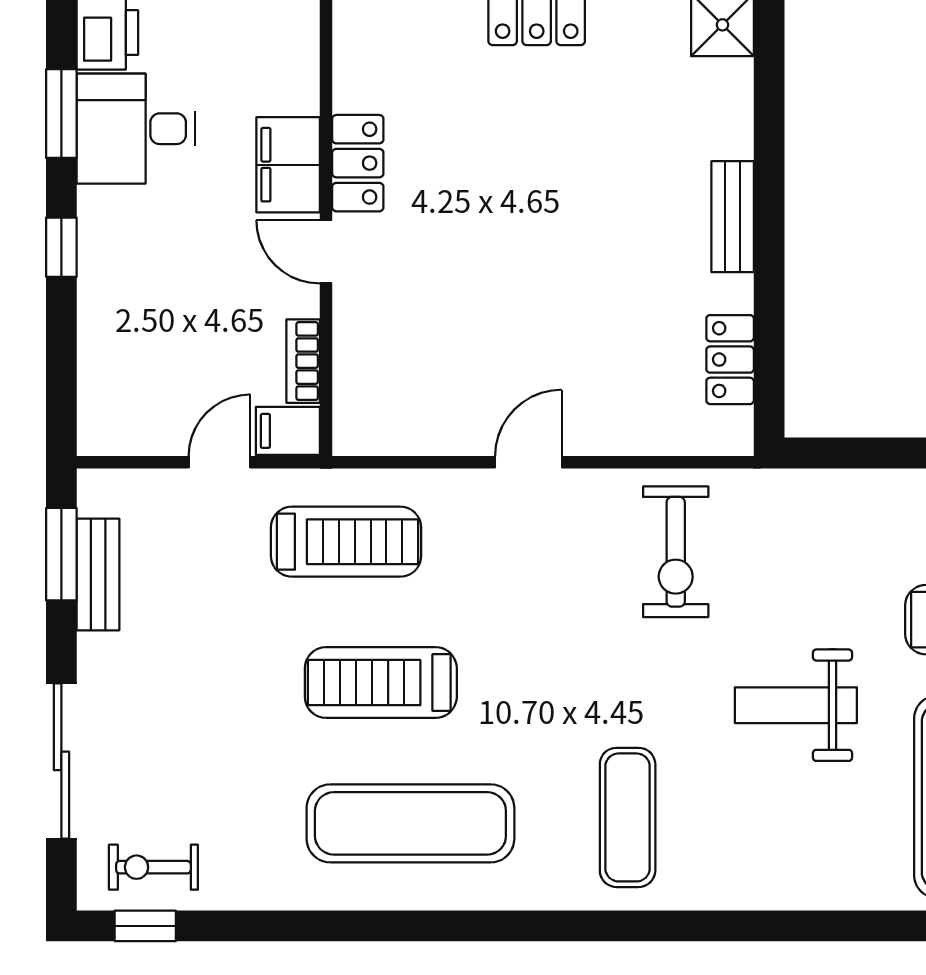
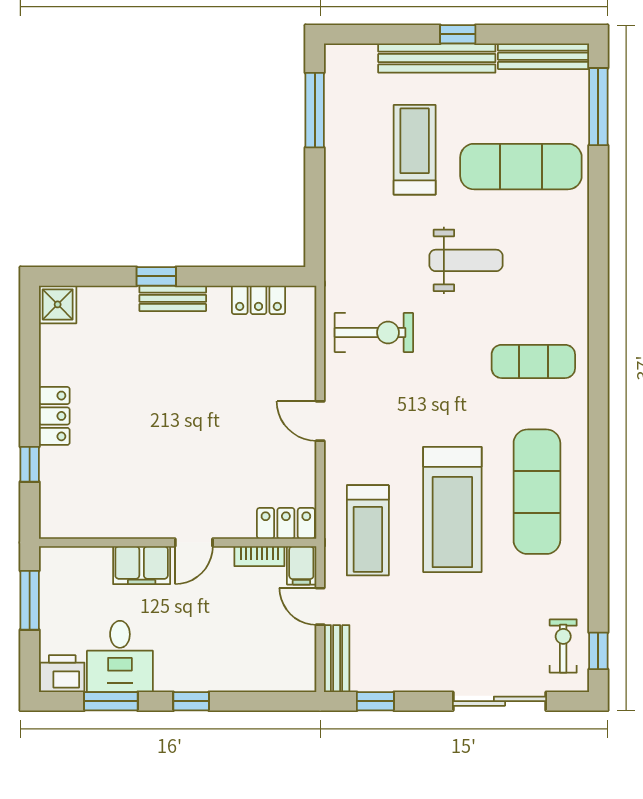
locker: (358, 163) -> (286, 523), moved
window: (769, 189) -> (156, 276), added
treadmill: (346, 542) -> (368, 530), turned 180
window: (61, 554) -> (375, 701), width x0.67
bench: (98, 575) -> (337, 659), moved, turned 90
treadmill: (381, 683) -> (452, 509), width x1.37, depth x1.38
weight bench: (796, 705) -> (466, 260), turned -90
exercise bike: (153, 867) -> (563, 646), turned 180

